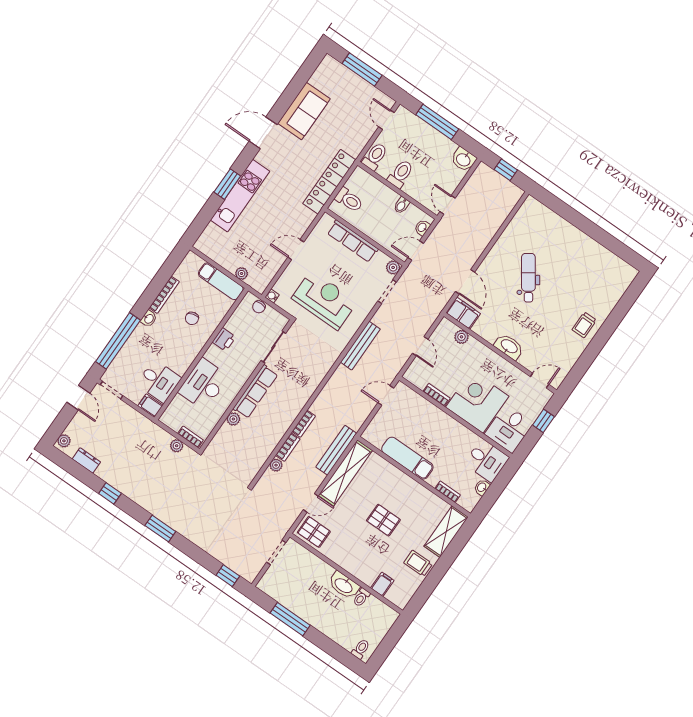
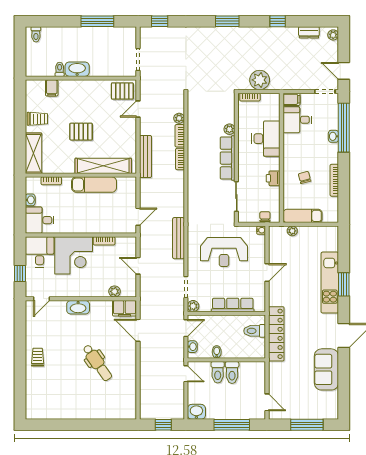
toilet: (375, 156) -> (218, 372), moved
washbasin: (149, 319) -> (333, 136), moved
plant: (177, 446) -> (260, 80), width x1.88, depth x1.88
shelving: (345, 473) -> (103, 166), moved, turned 90

